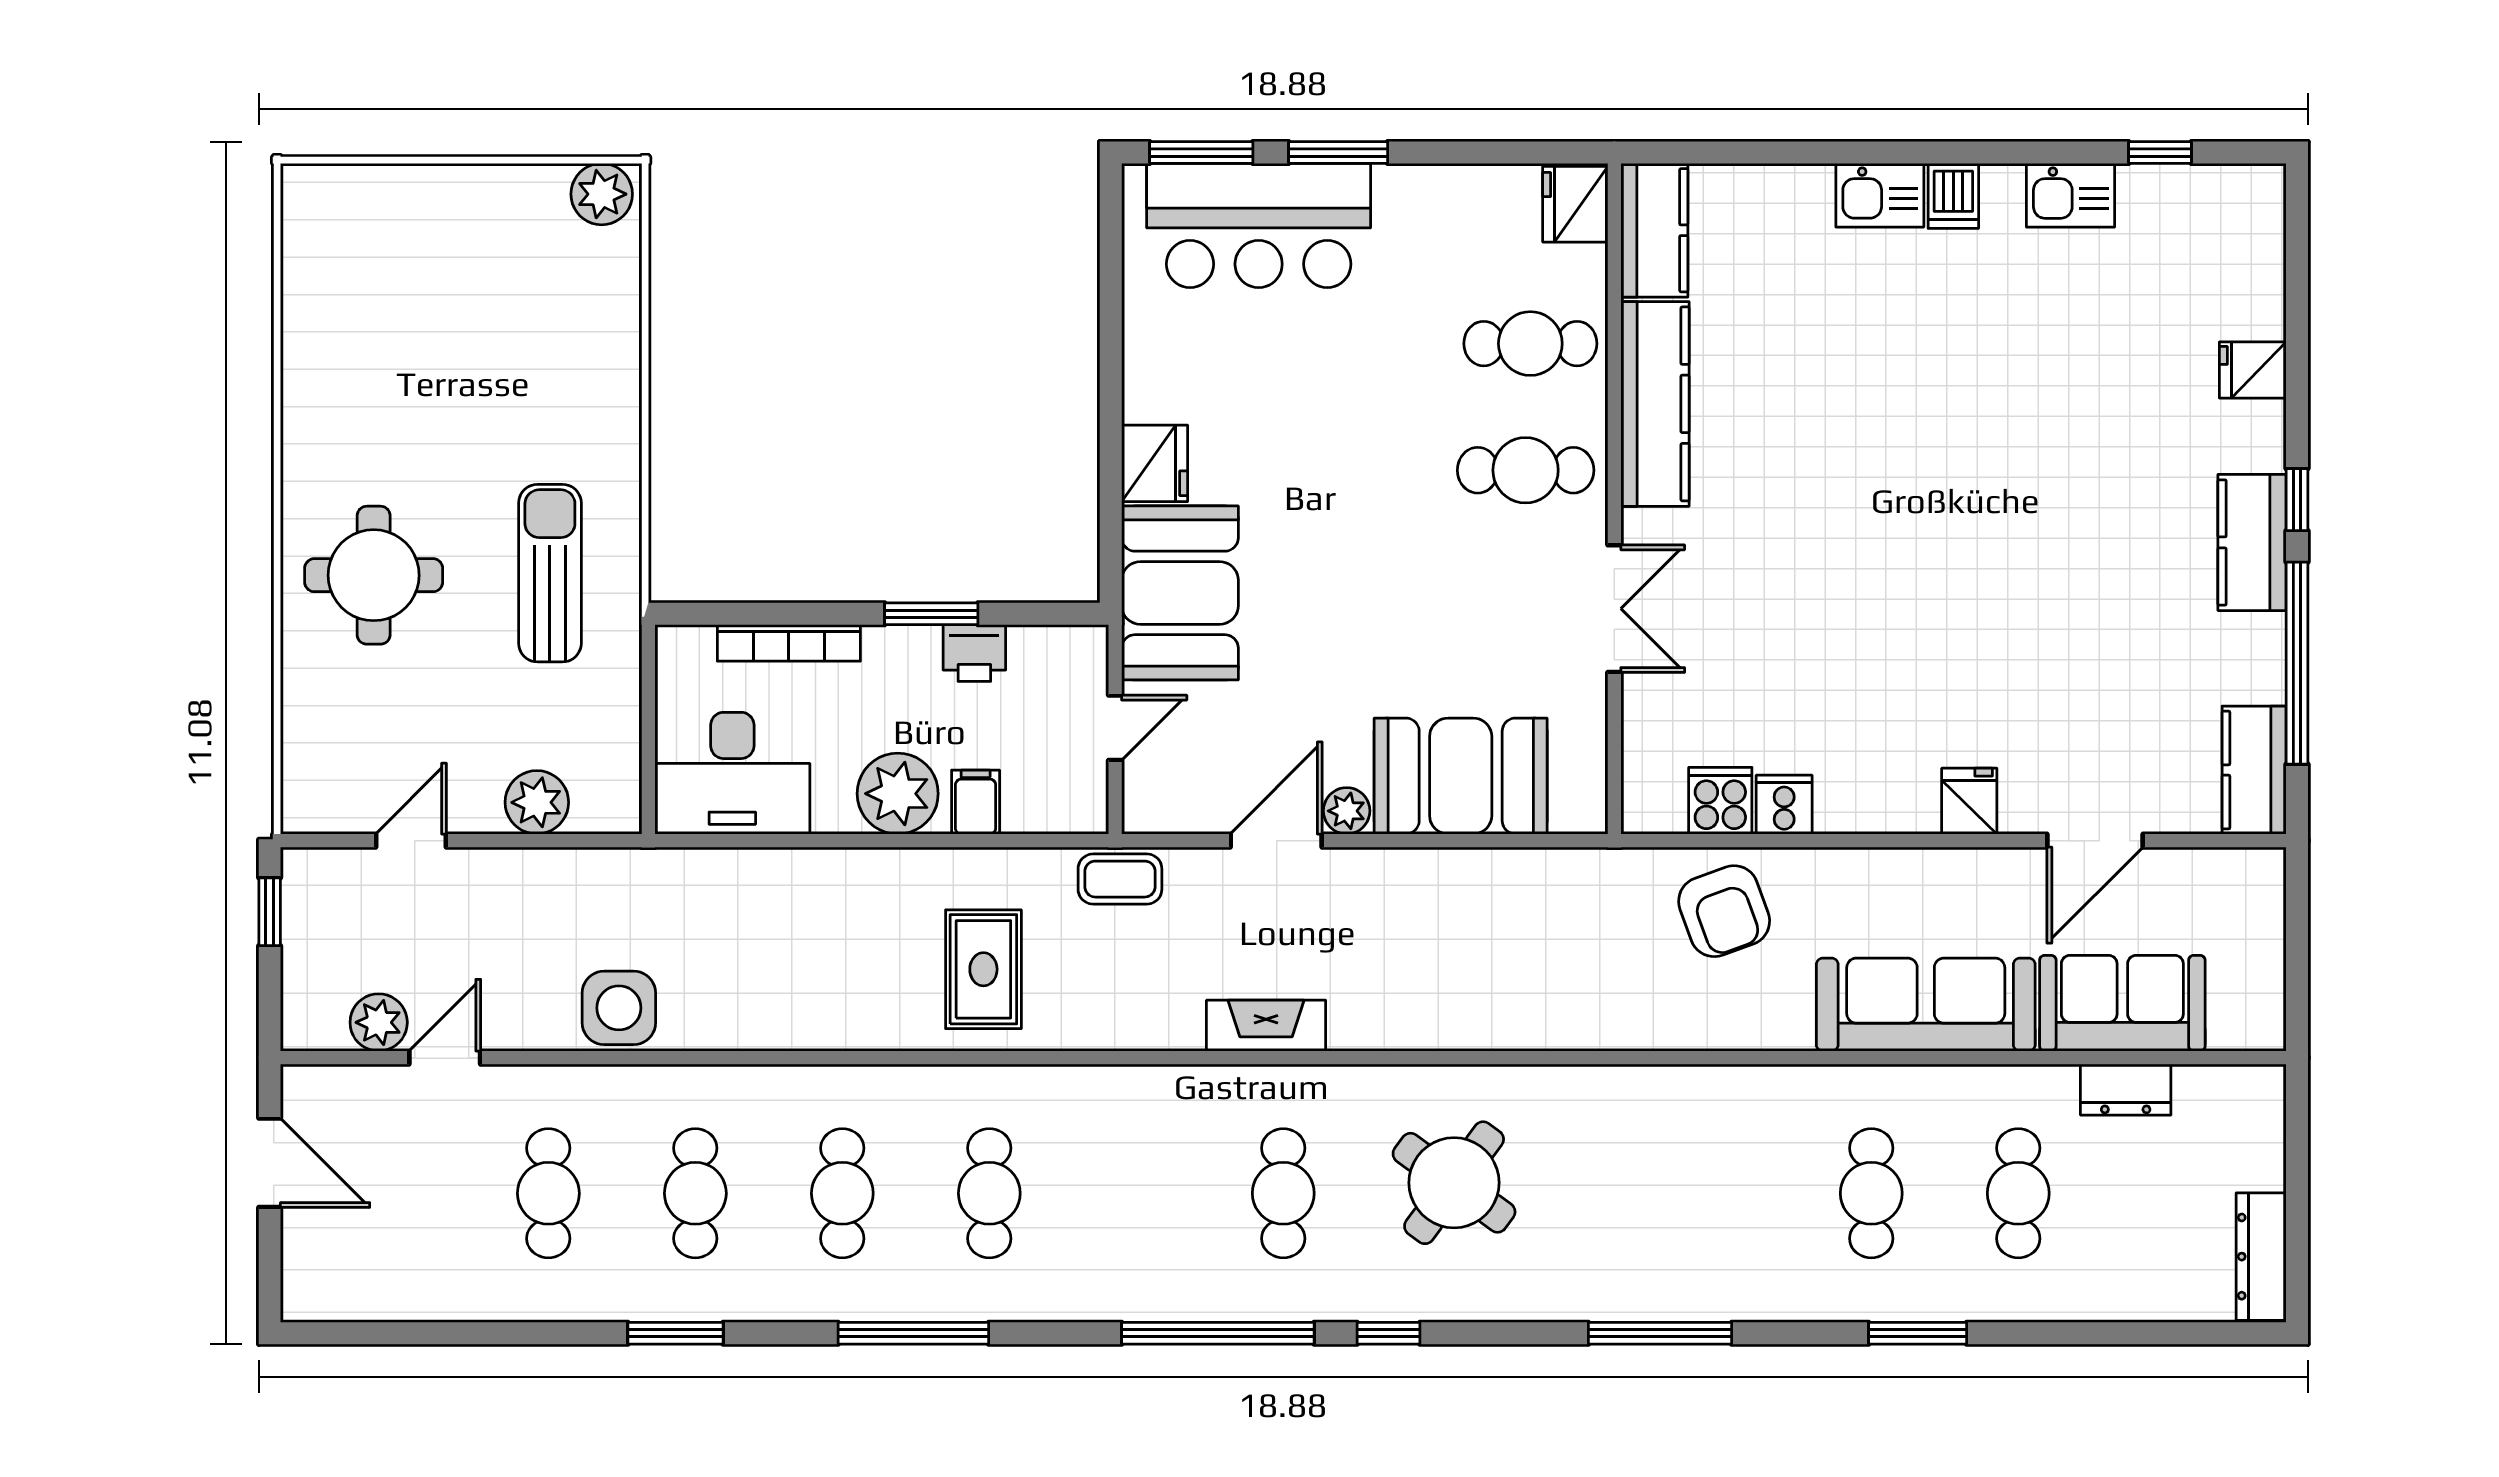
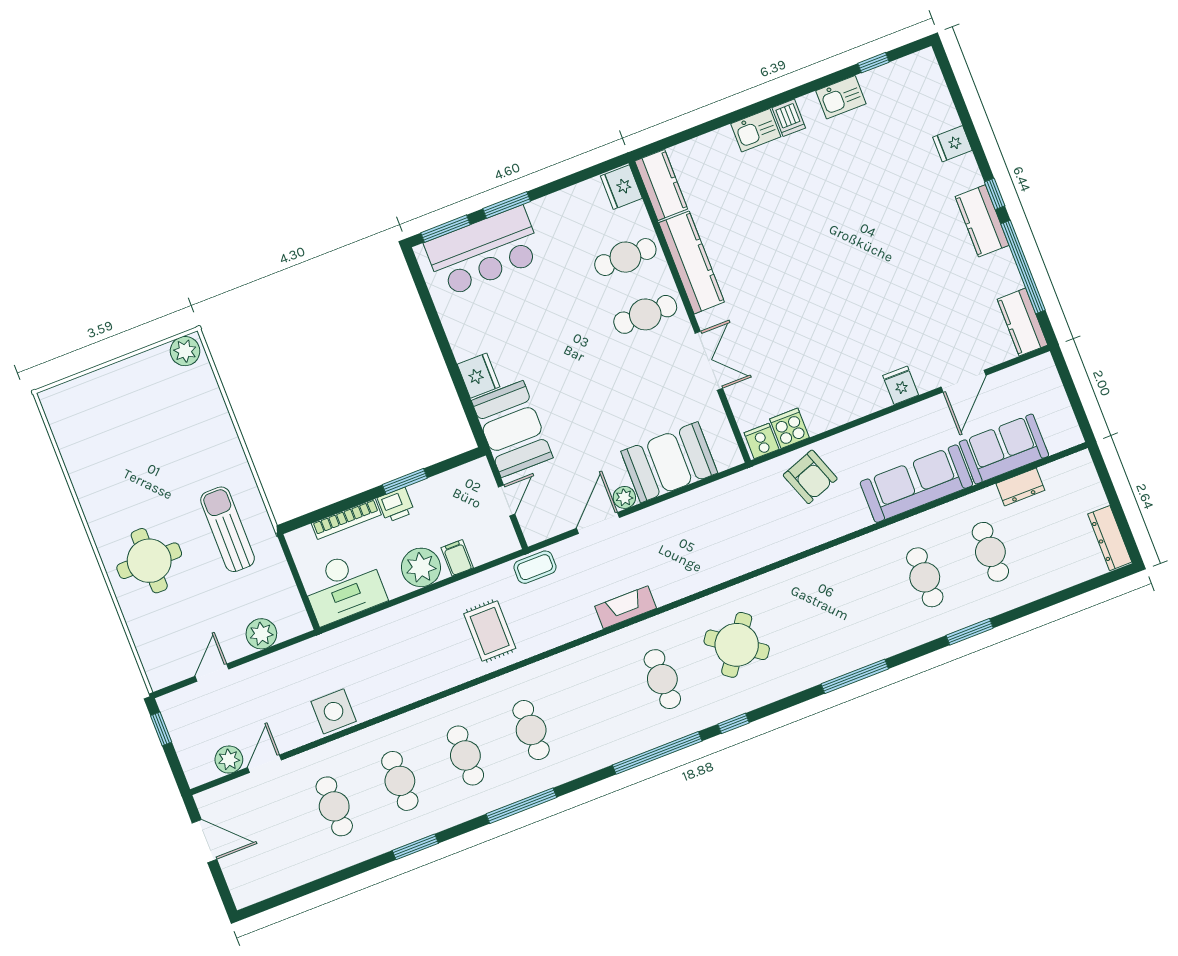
printer: (974, 653) -> (396, 505), moved
cooker: (1784, 805) -> (762, 441), moved

